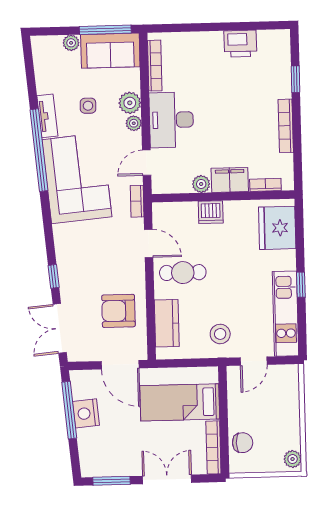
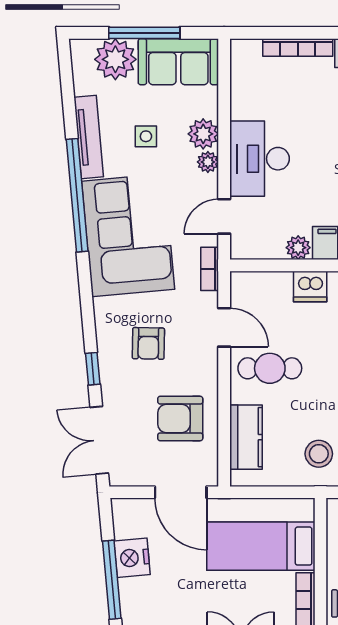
window: (105, 30) -> (144, 33), moved
plant: (71, 43) -> (115, 59), width x1.88, depth x1.88
bookcase: (155, 66) -> (298, 47), moved, turned 90
tv unit: (47, 116) -> (89, 137), width x1.41
armchair: (94, 257) -> (148, 343), added
window: (69, 410) -> (112, 580), moved

